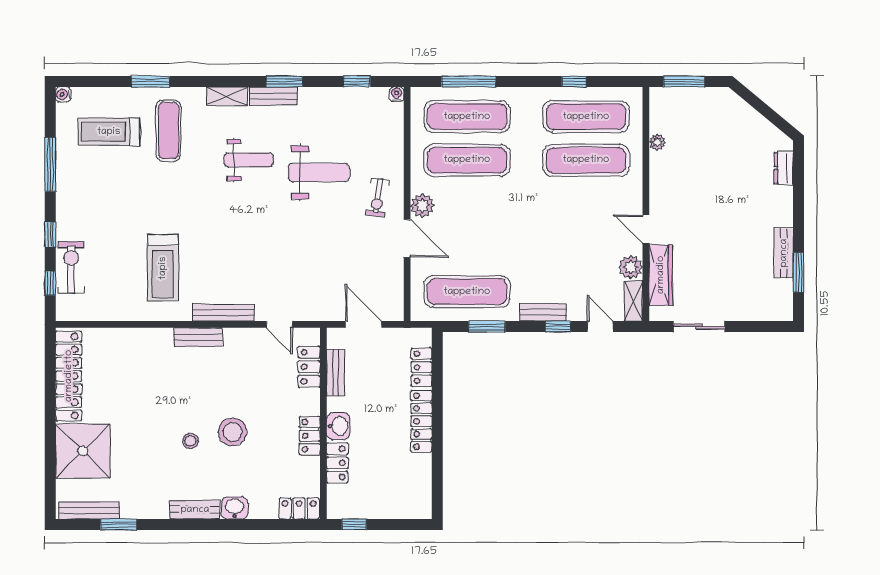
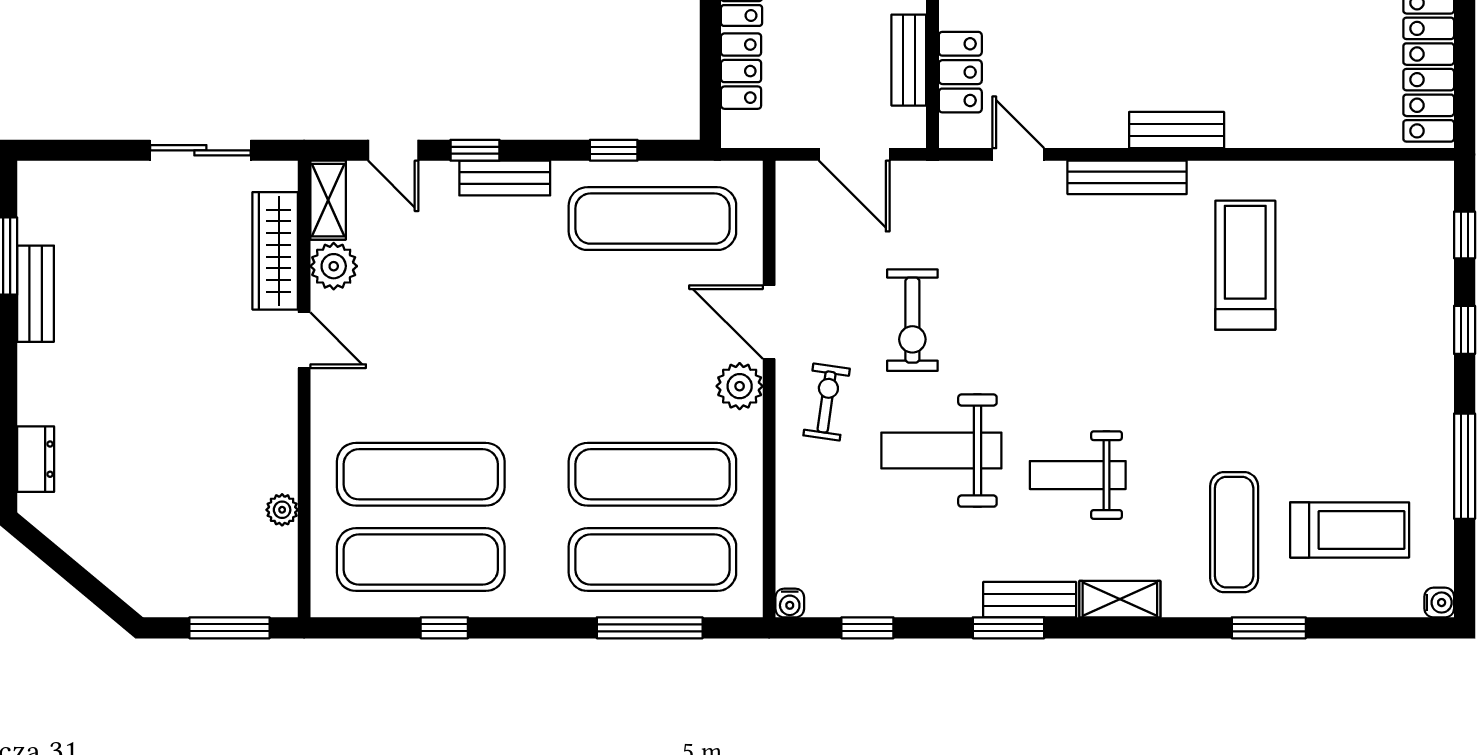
exercise bike: (71, 267) -> (912, 320), moved
window: (487, 327) -> (614, 150), width x0.67

